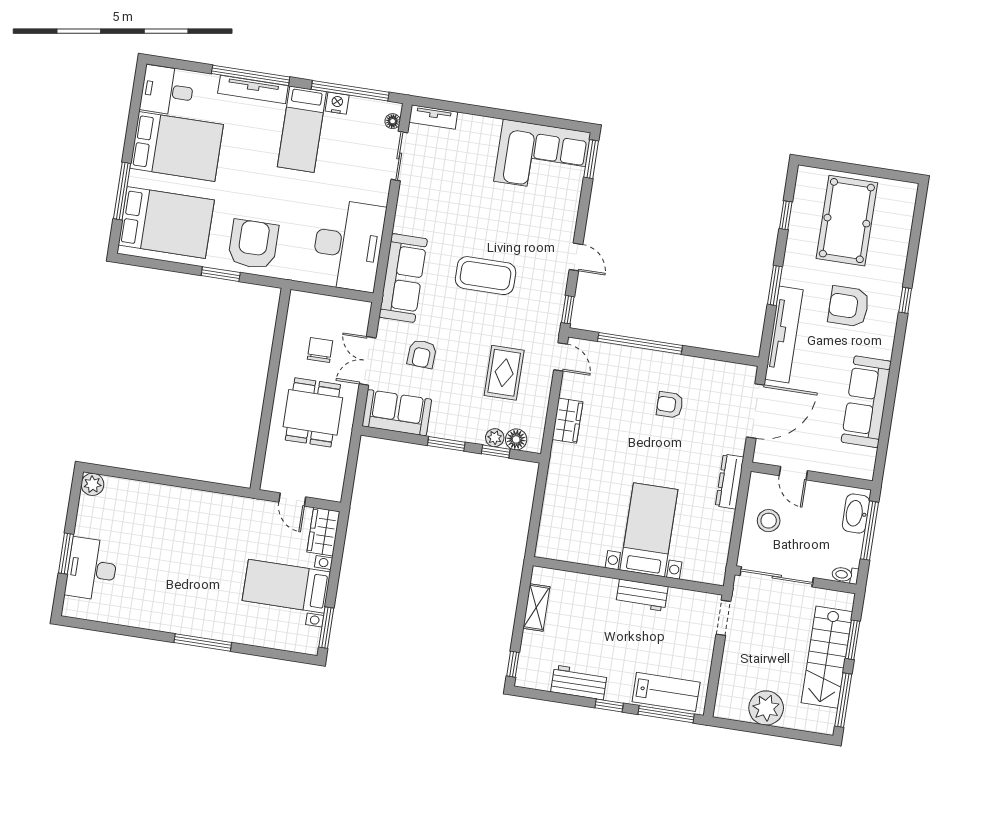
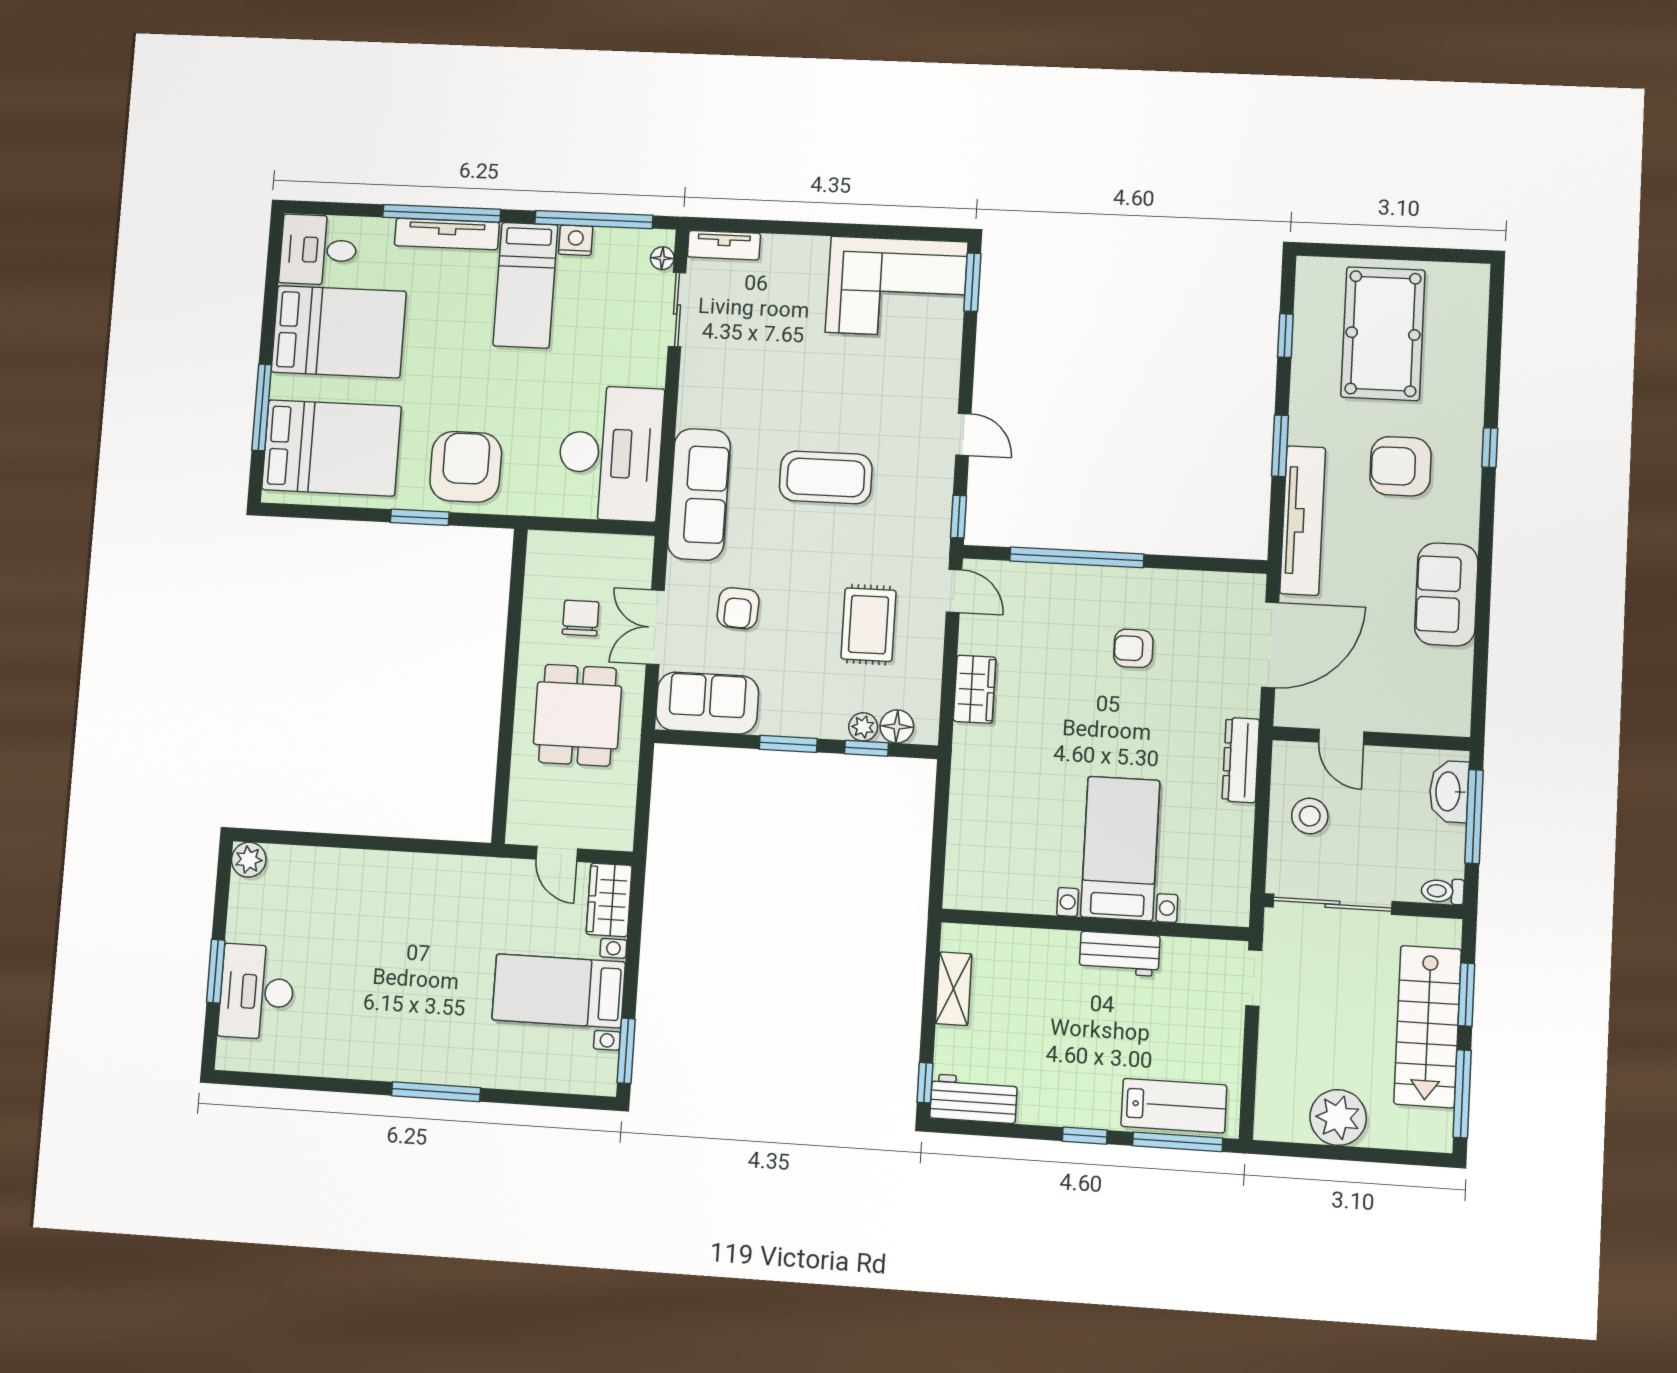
sofa: (866, 402) -> (1446, 594), width x0.73
workbench: (579, 682) -> (974, 1099), moved

